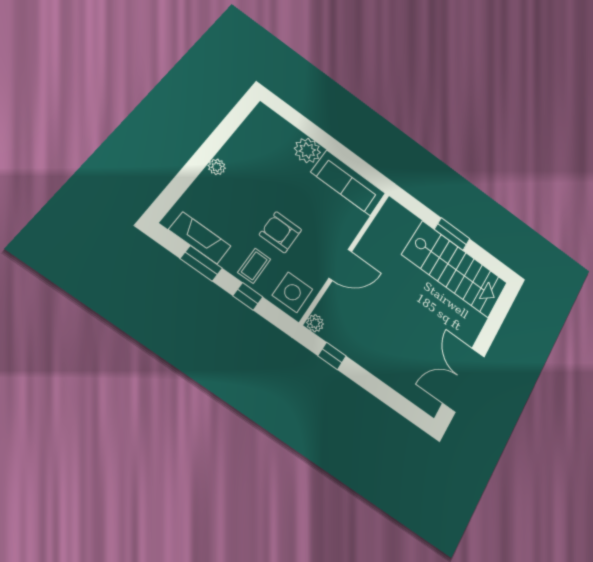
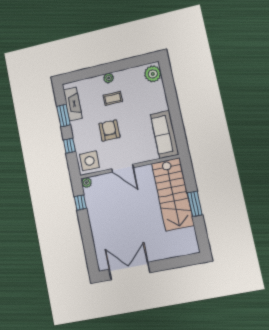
plant: (307, 150) -> (153, 74), moved
coffee table: (254, 266) -> (113, 98), moved
stairs: (455, 269) -> (173, 194), moved

